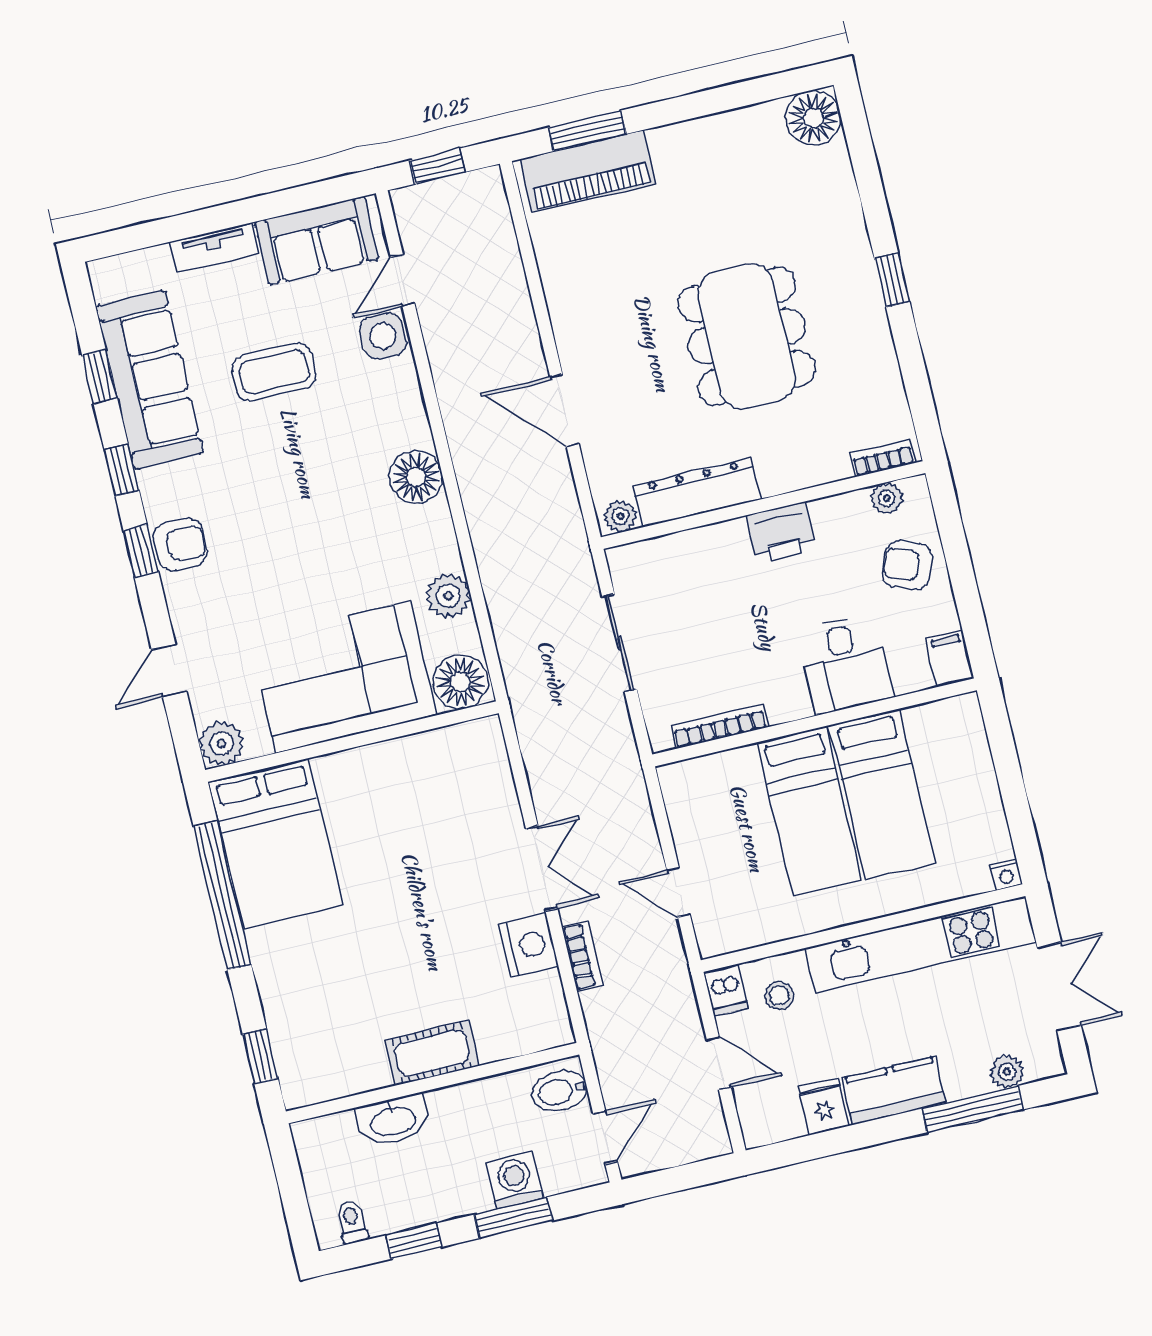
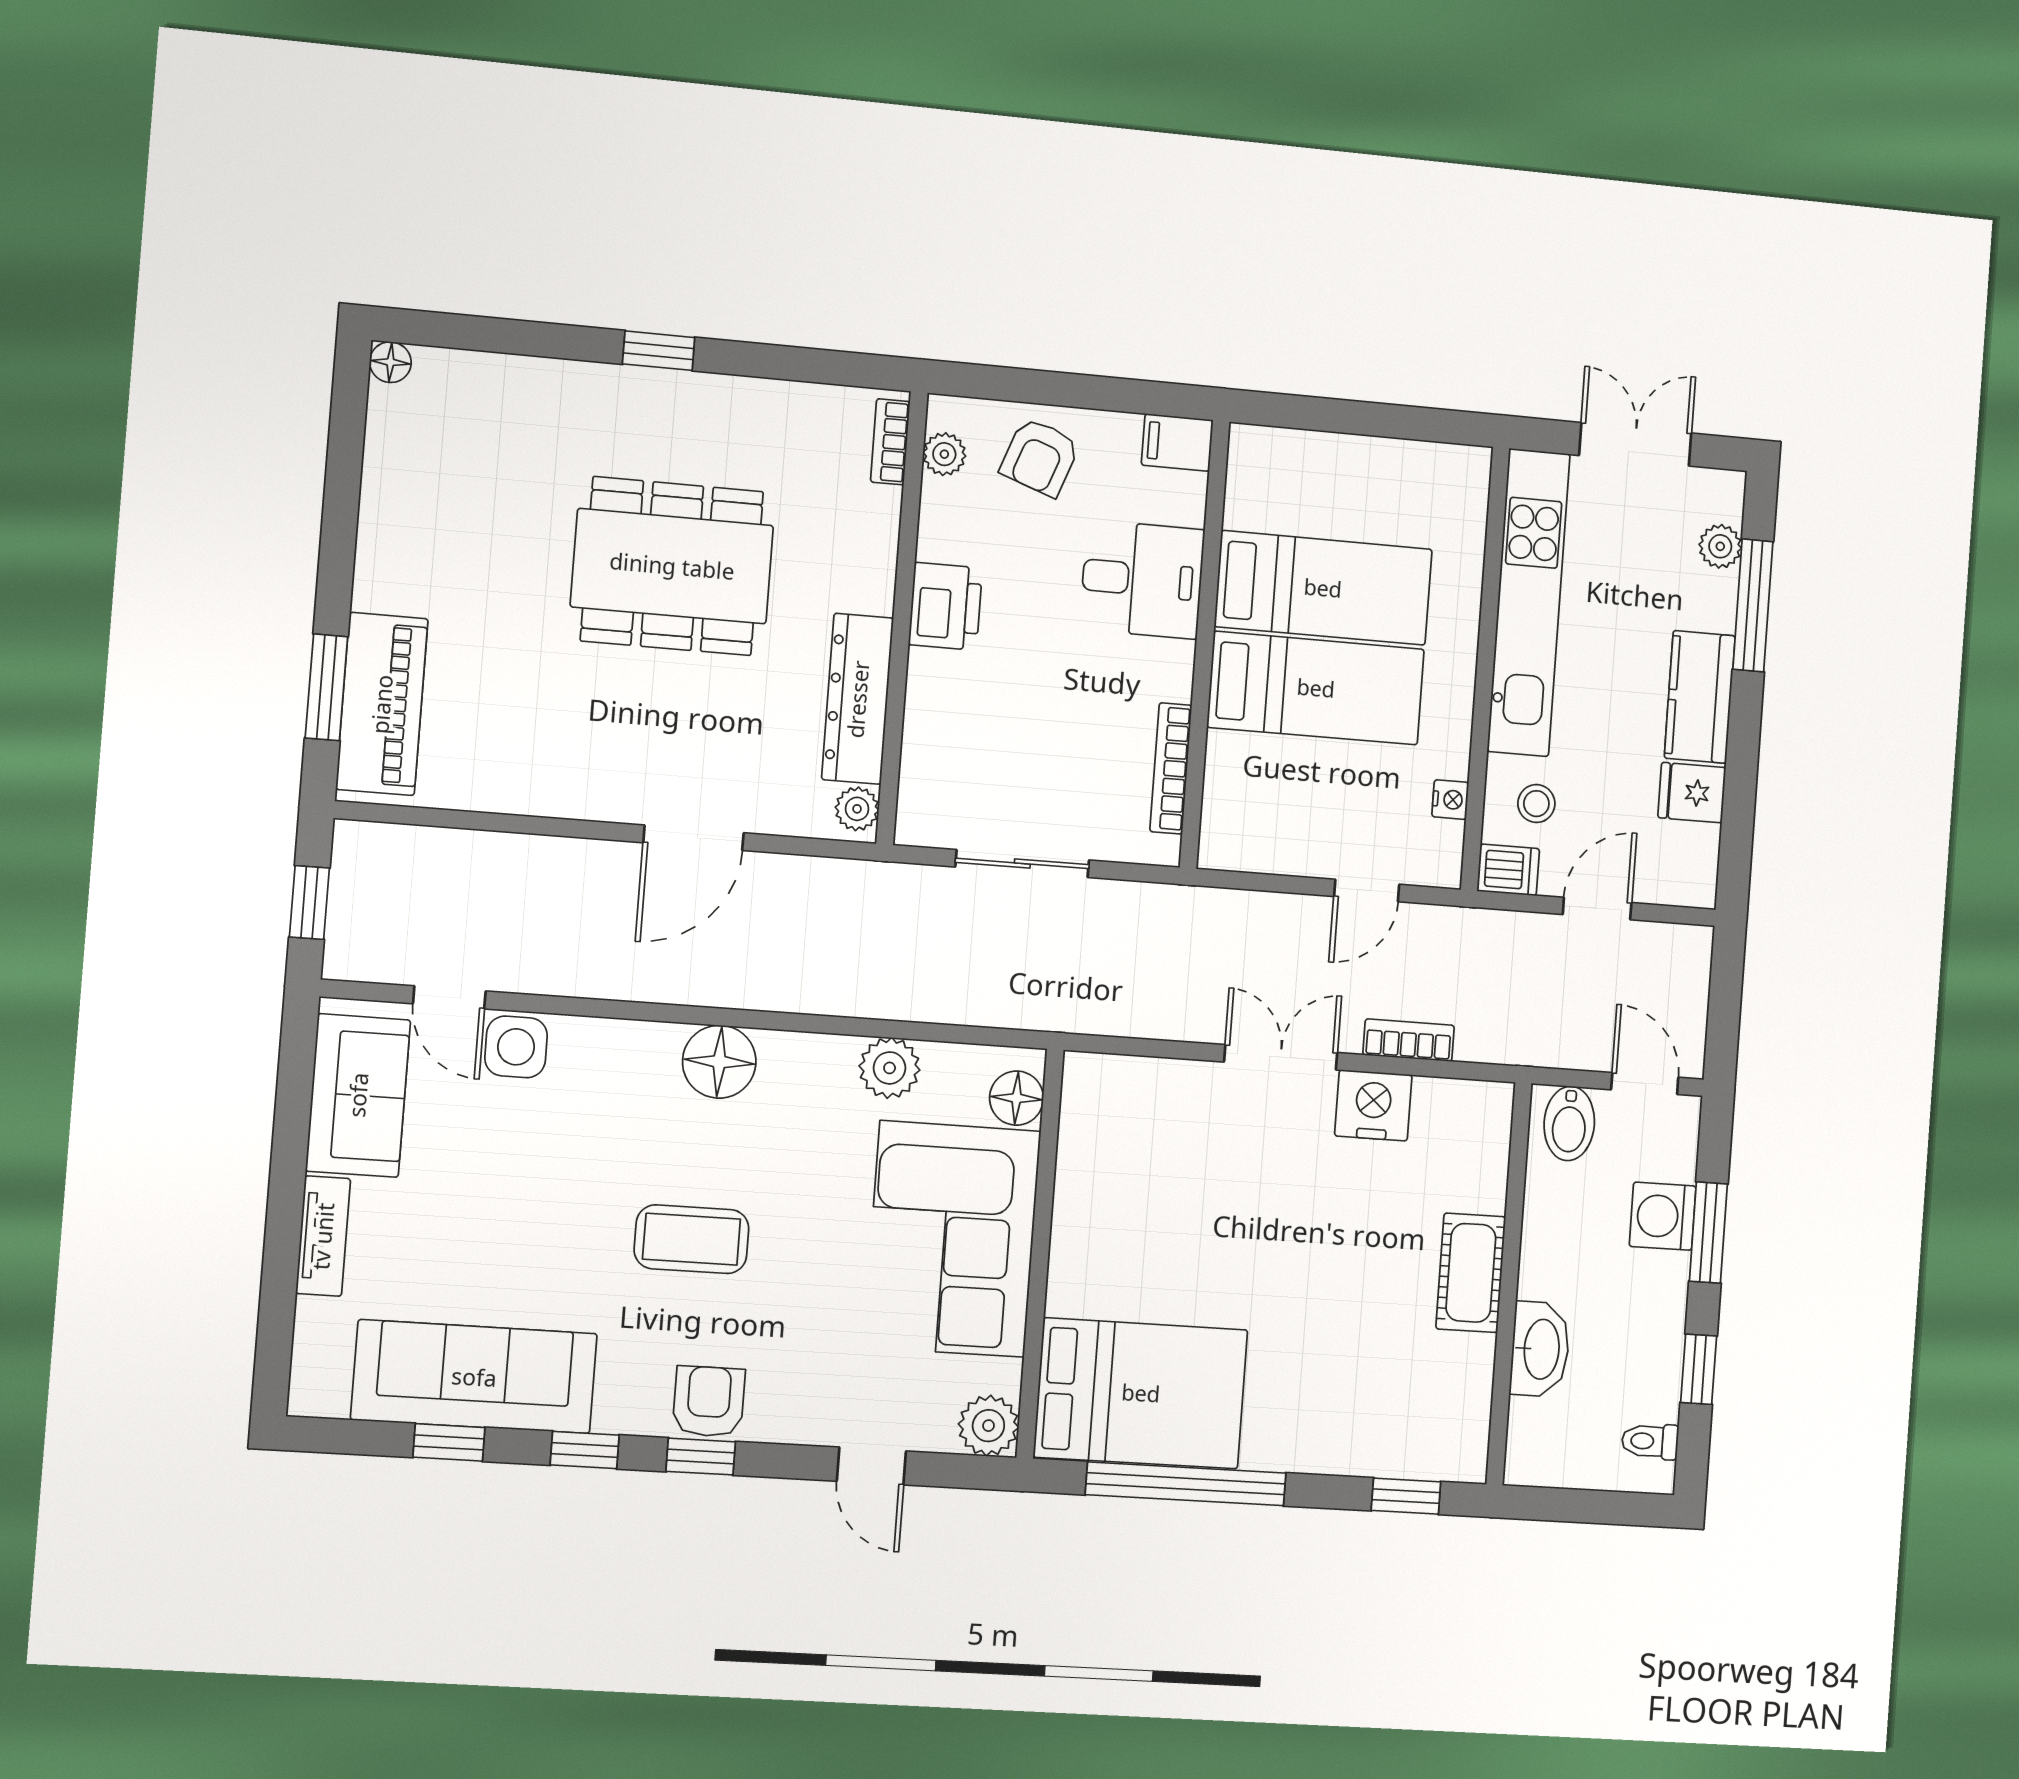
floor lamp: (813, 118) -> (390, 362), width x0.53, depth x0.53
coffee table: (274, 372) -> (692, 1239), moved, turned 90
floor lamp: (460, 682) -> (1016, 1098), width x0.73, depth x0.73
nightstand: (1006, 875) -> (1450, 800), moved

